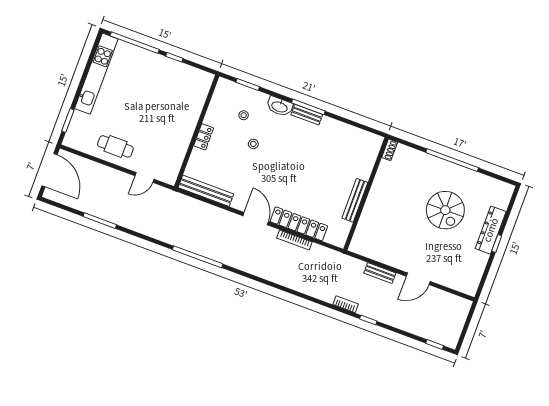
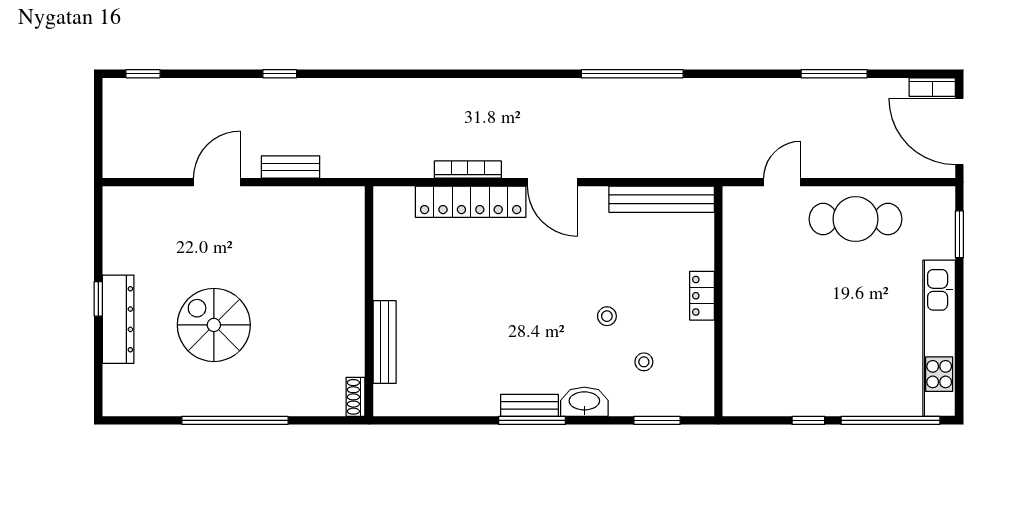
cafe table: (115, 146) -> (856, 219), width x1.37, depth x1.35
bench: (355, 200) -> (385, 342), moved
bookcase: (346, 304) -> (932, 87), moved

